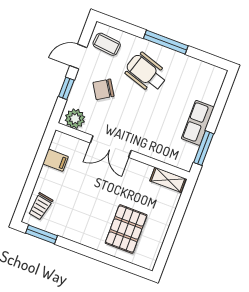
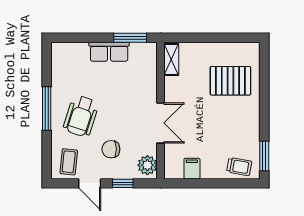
chair: (103, 89) -> (111, 149), turned 122

